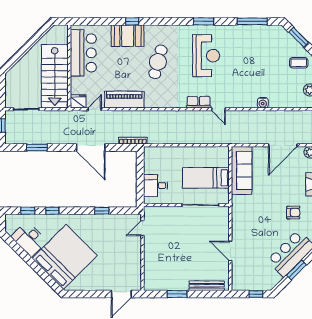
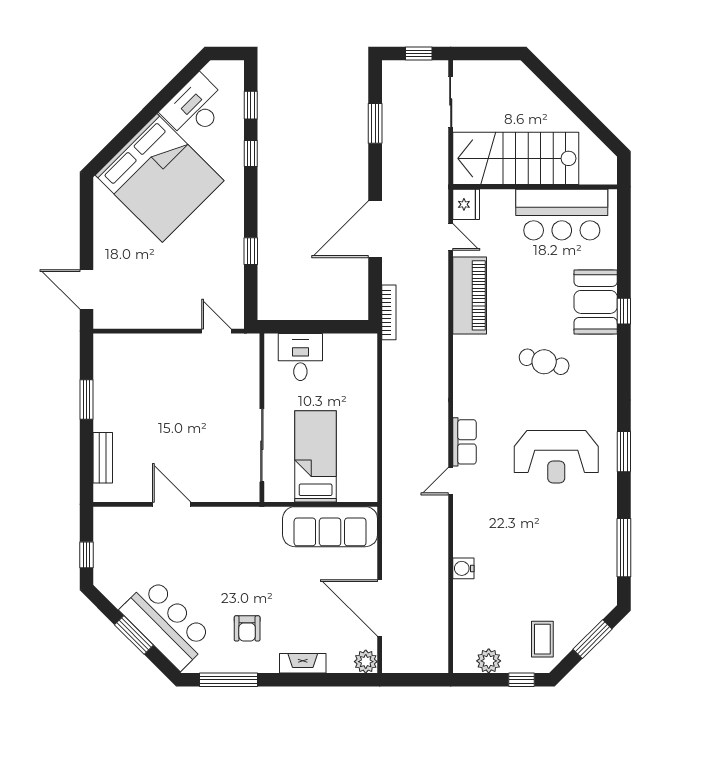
cafe table: (158, 62) -> (544, 362), width x0.73, depth x0.74
door: (230, 251) -> (172, 504), hinge flipped
bench: (207, 286) -> (103, 458), width x0.73

